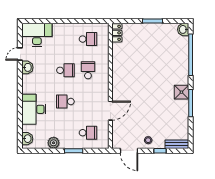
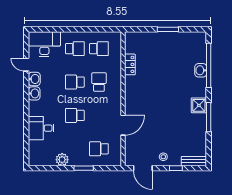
washbasin: (183, 29) -> (201, 70), moved
locker: (117, 33) -> (130, 64), moved
school desk: (65, 39) -> (75, 49), added
door: (20, 54) -> (26, 65), hinge flipped
school desk: (65, 70) -> (75, 82), turned 180
desk: (34, 109) -> (41, 128), width x0.73
school desk: (88, 133) -> (99, 149), turned 180
washbasin: (27, 139) -> (34, 93), moved

